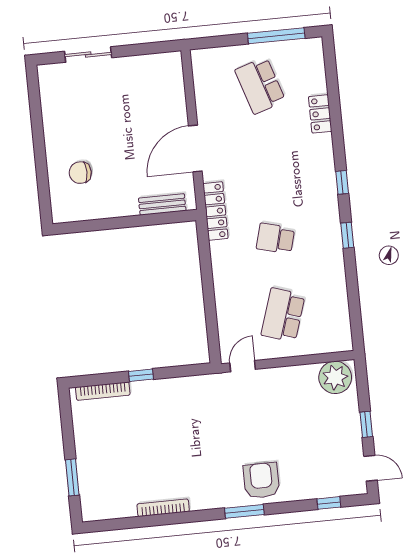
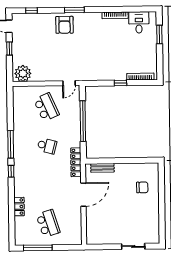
window: (347, 235) -> (11, 144), width x2.17
window: (209, 293) -> (83, 121), added
school desk: (283, 315) -> (46, 107), turned -42
desk: (115, 498) -> (139, 22), added

